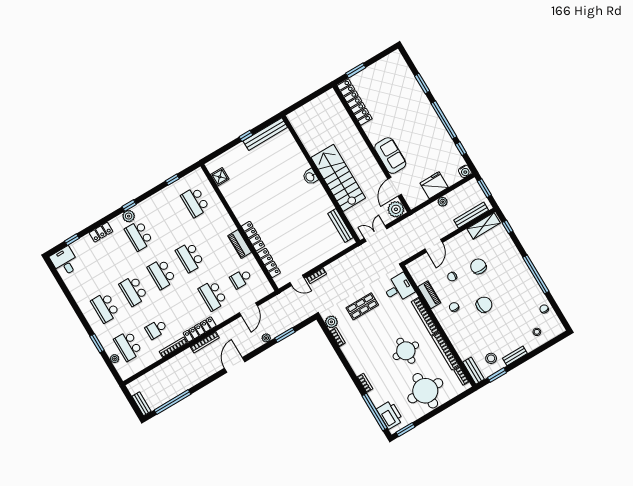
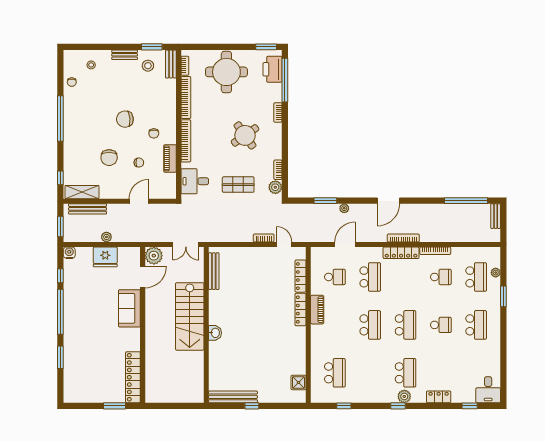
school desk: (133, 291) -> (441, 325), width x0.54
round table: (406, 351) -> (245, 135), moved, turned -35

